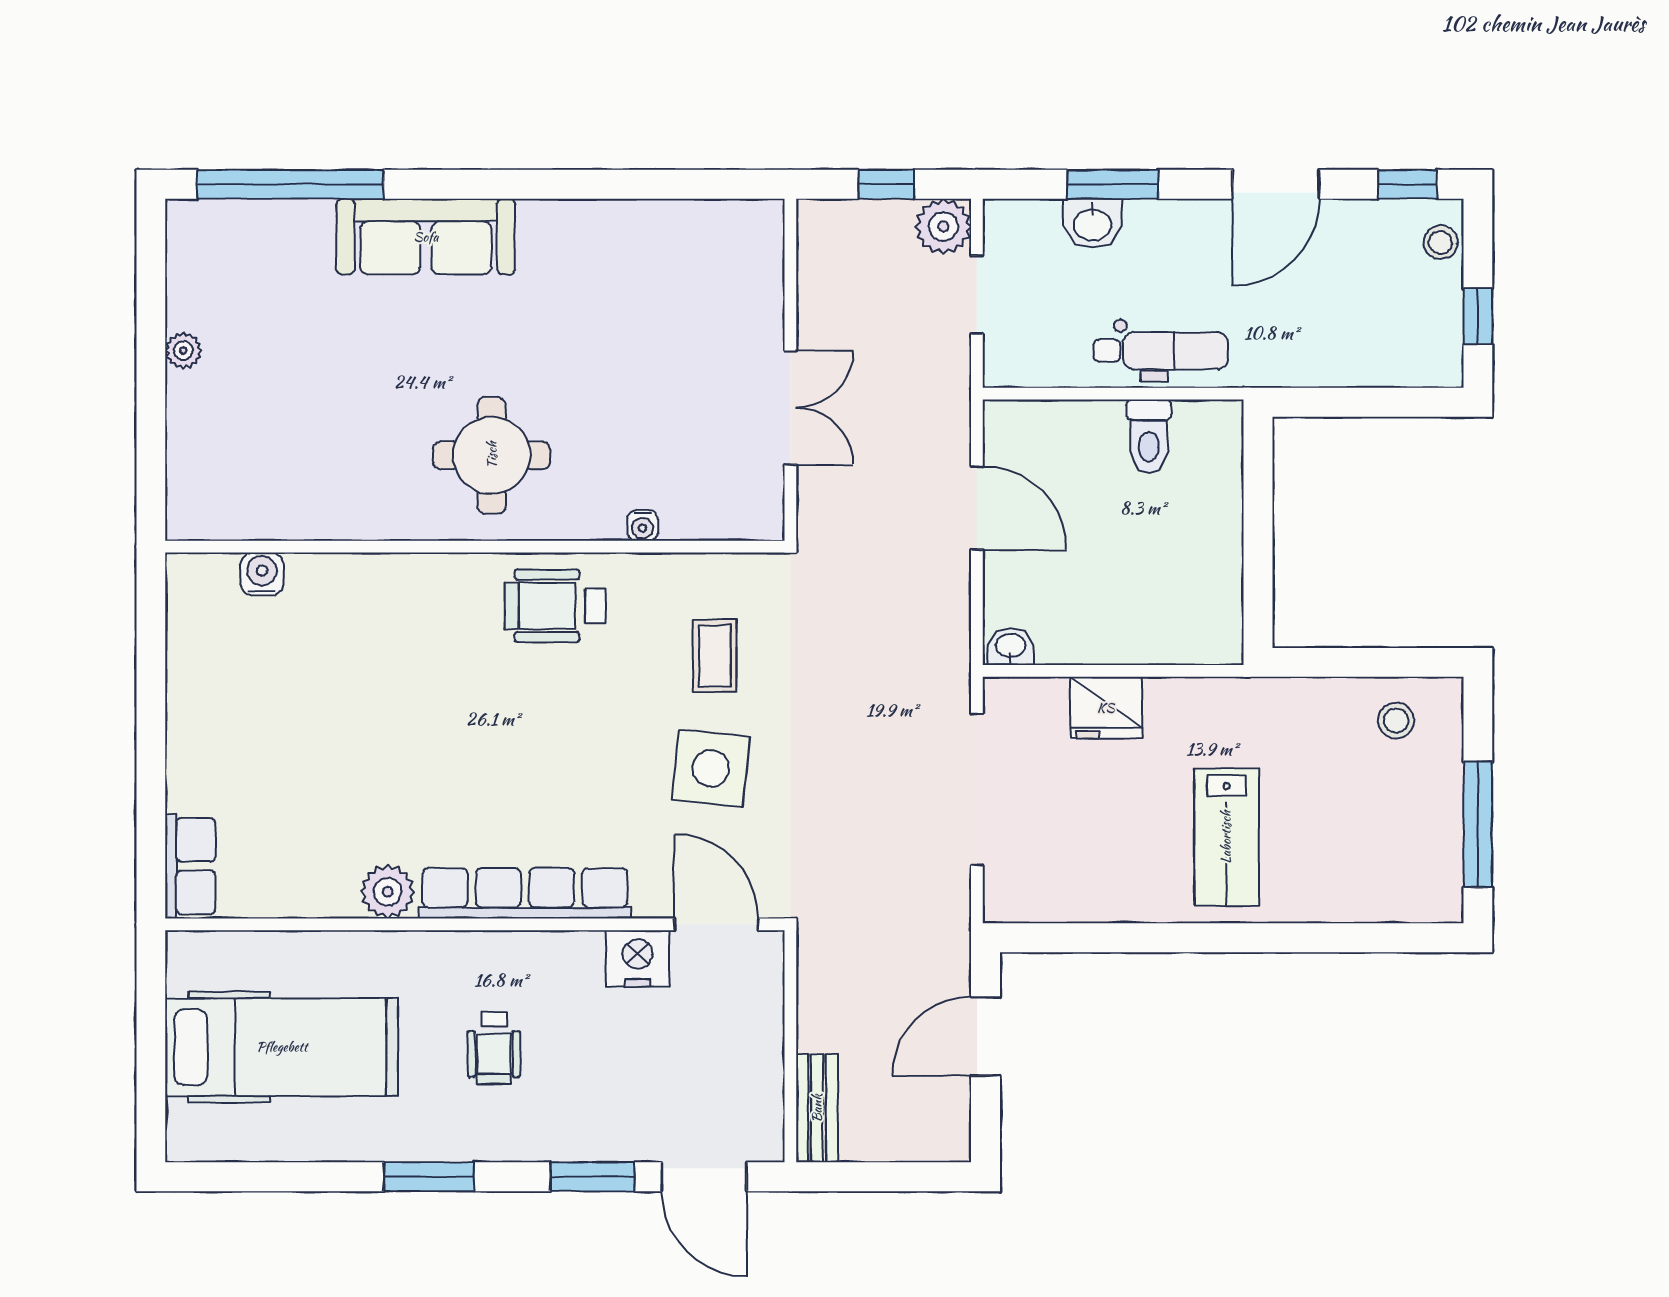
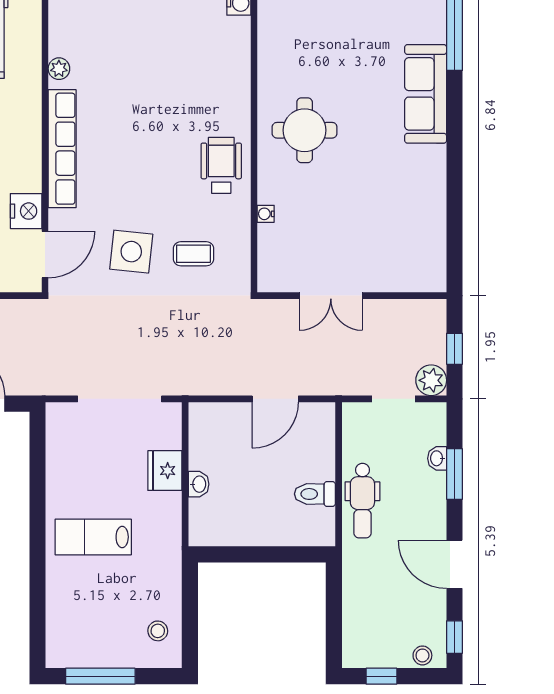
washbasin: (1092, 223) -> (437, 458), width x0.72, depth x0.69
washbasin: (1011, 647) -> (199, 484), moved
plant: (388, 892) -> (59, 69), width x0.73, depth x0.73

